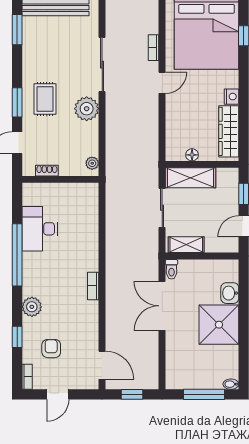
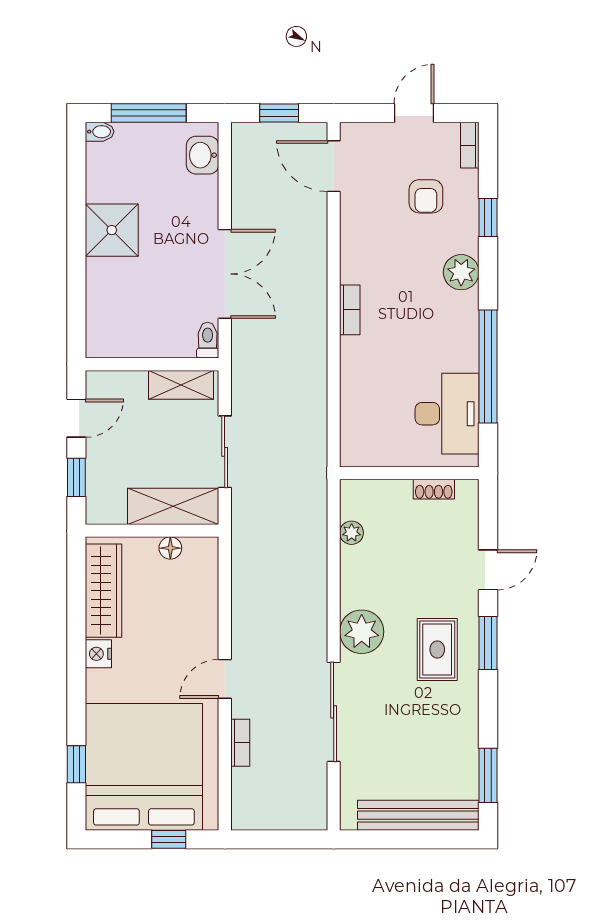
shoe rack: (47, 171) -> (434, 489), moved
wall: (60, 179) -> (409, 473), moved
washbasin: (230, 293) -> (203, 155), moved, turned 180
shower: (219, 325) -> (112, 230), width x0.73, depth x0.73

